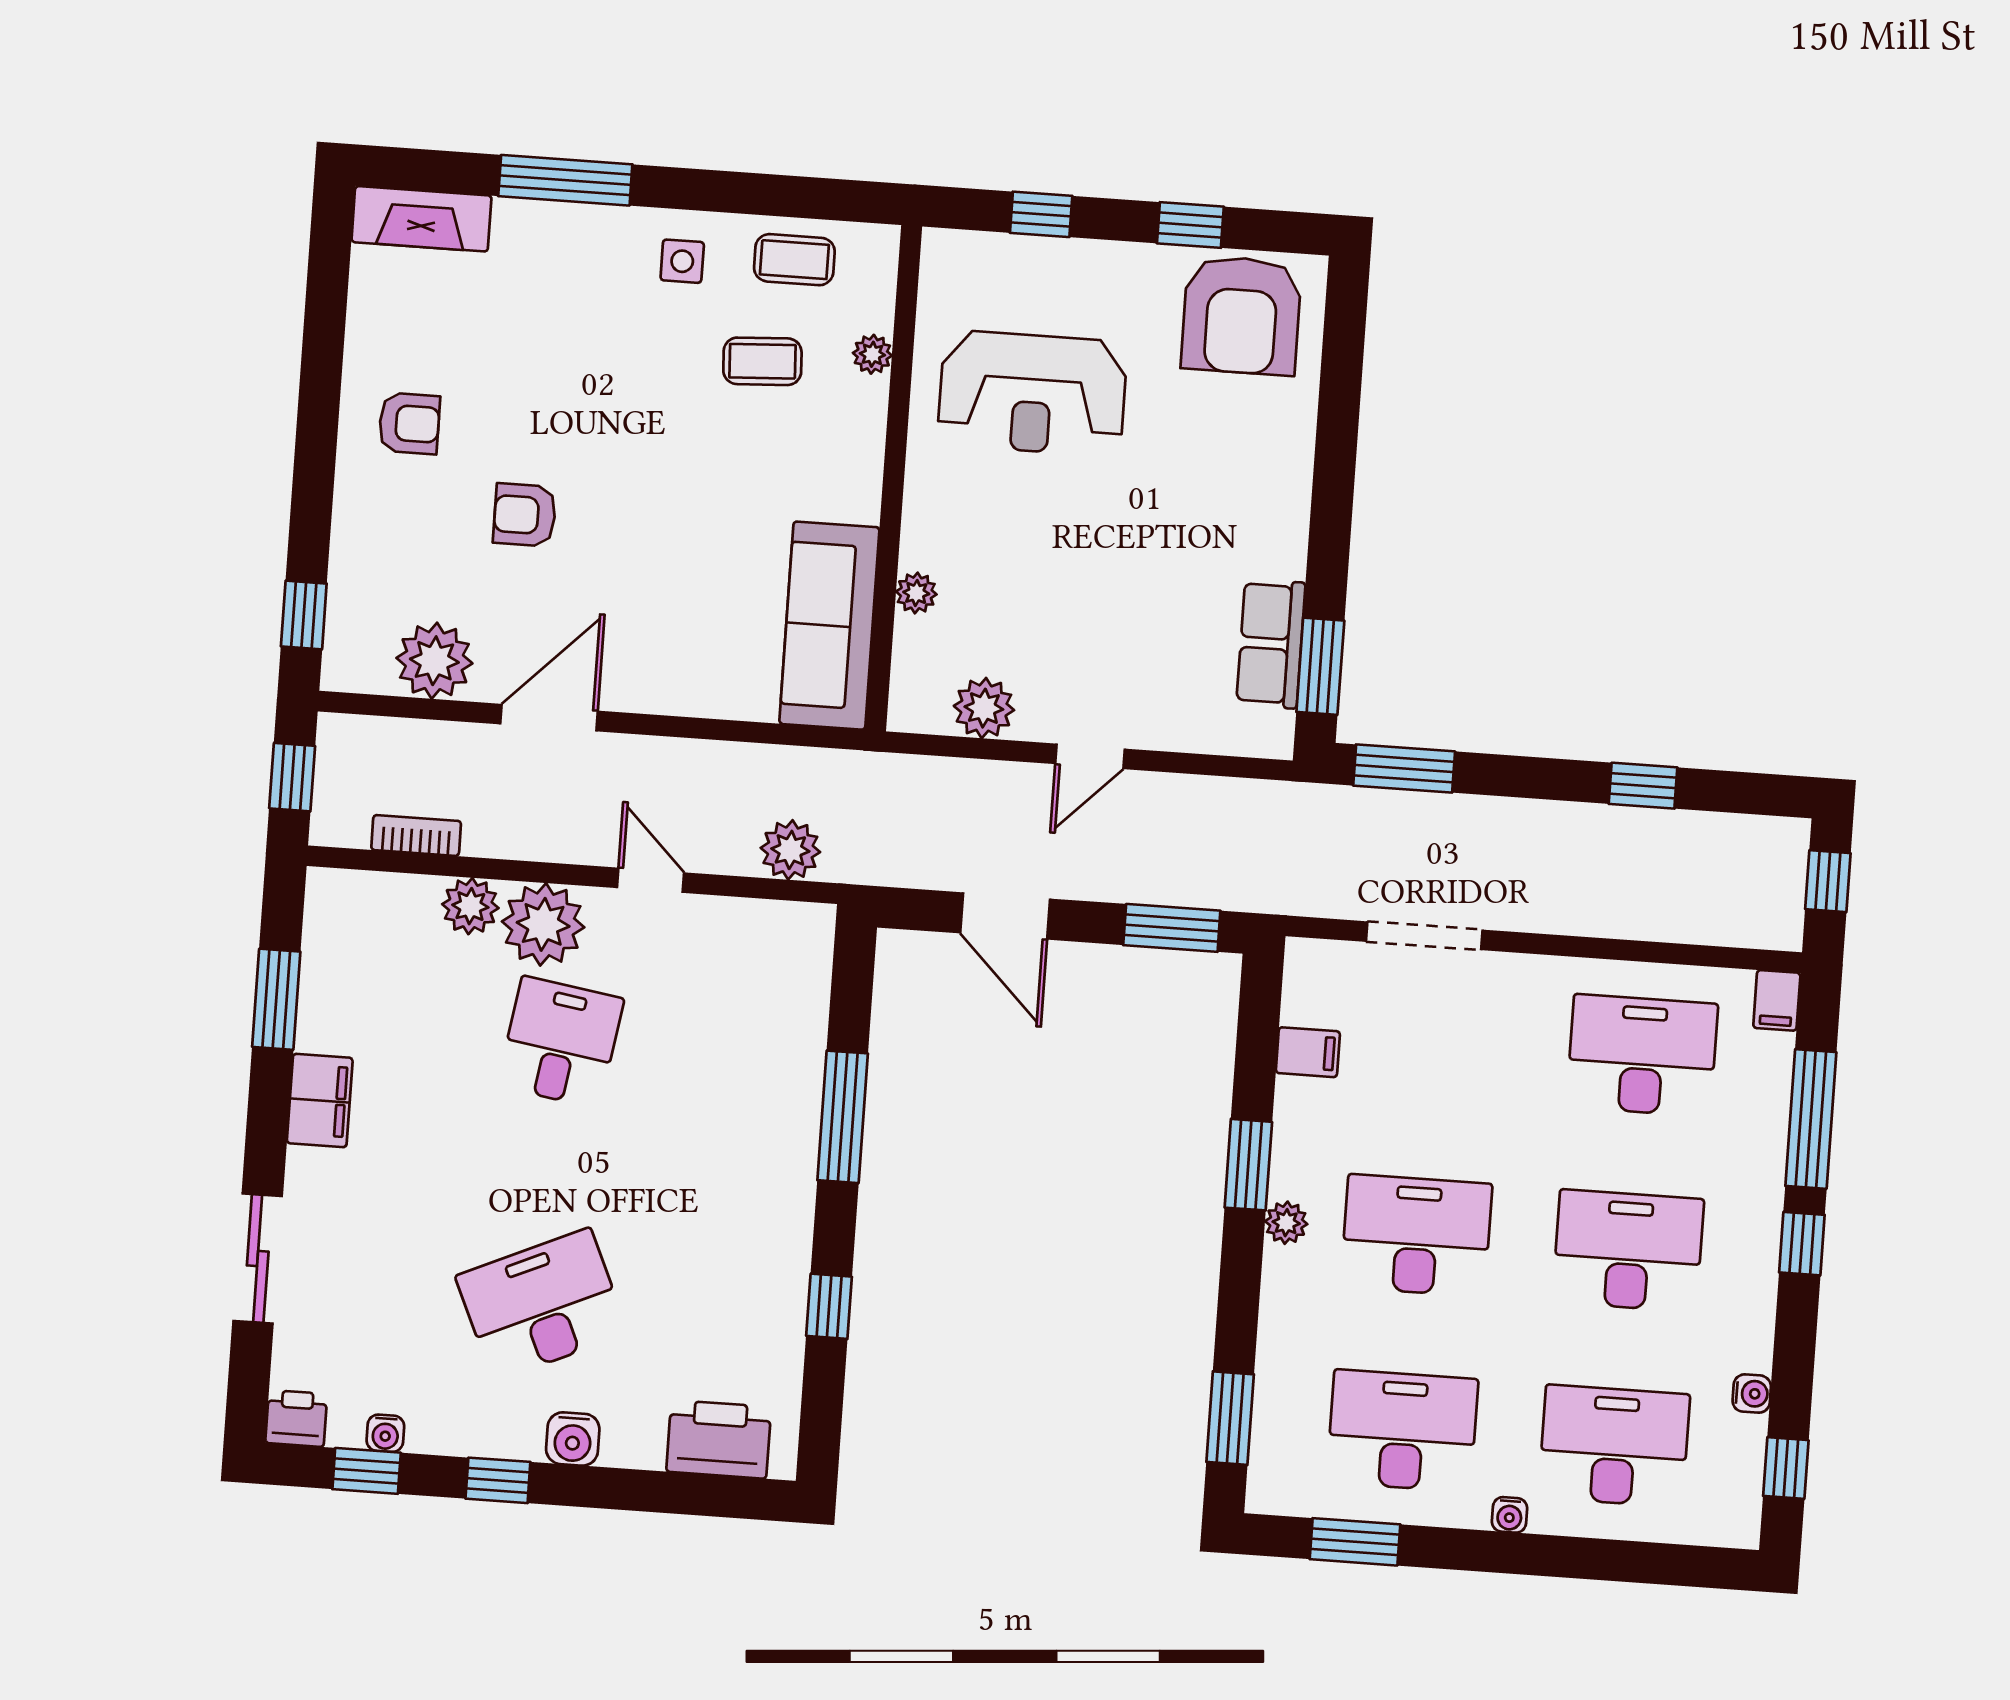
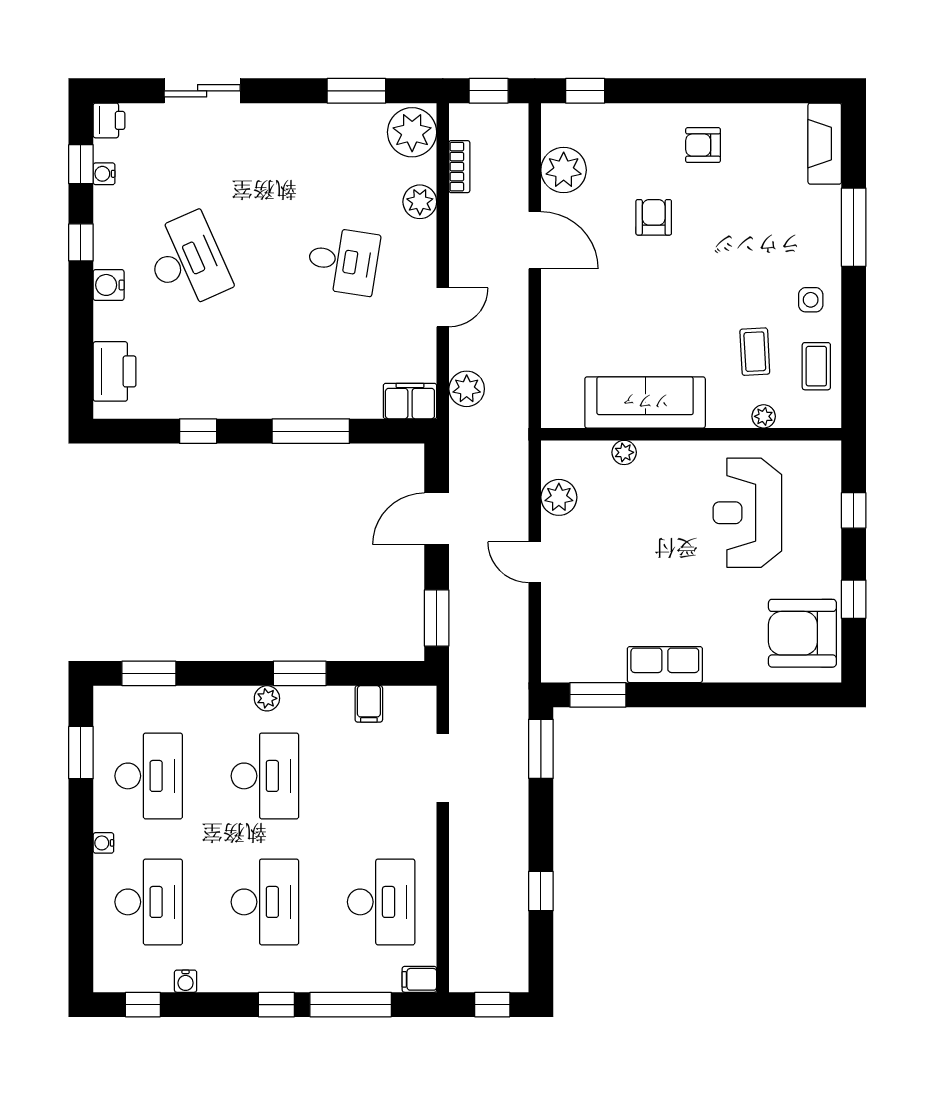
armchair: (409, 423) -> (703, 145), turned 90
sofa: (829, 626) -> (645, 402), moved
row of seats: (1271, 644) -> (665, 665), moved
plant: (543, 924) -> (412, 132), moved
filing cabinet: (320, 1100) -> (410, 401), moved, turned 180

